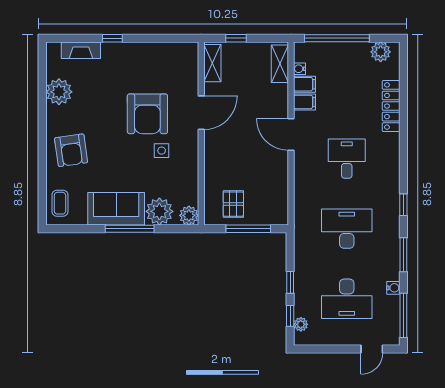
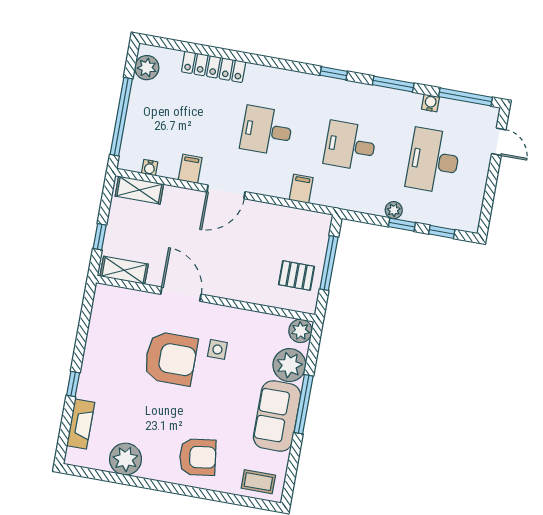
filing cabinet: (305, 84) -> (301, 189), moved
desk: (347, 229) -> (350, 146), width x0.73
desk: (347, 299) -> (433, 161), turned 180
plant: (301, 324) -> (394, 210), moved

